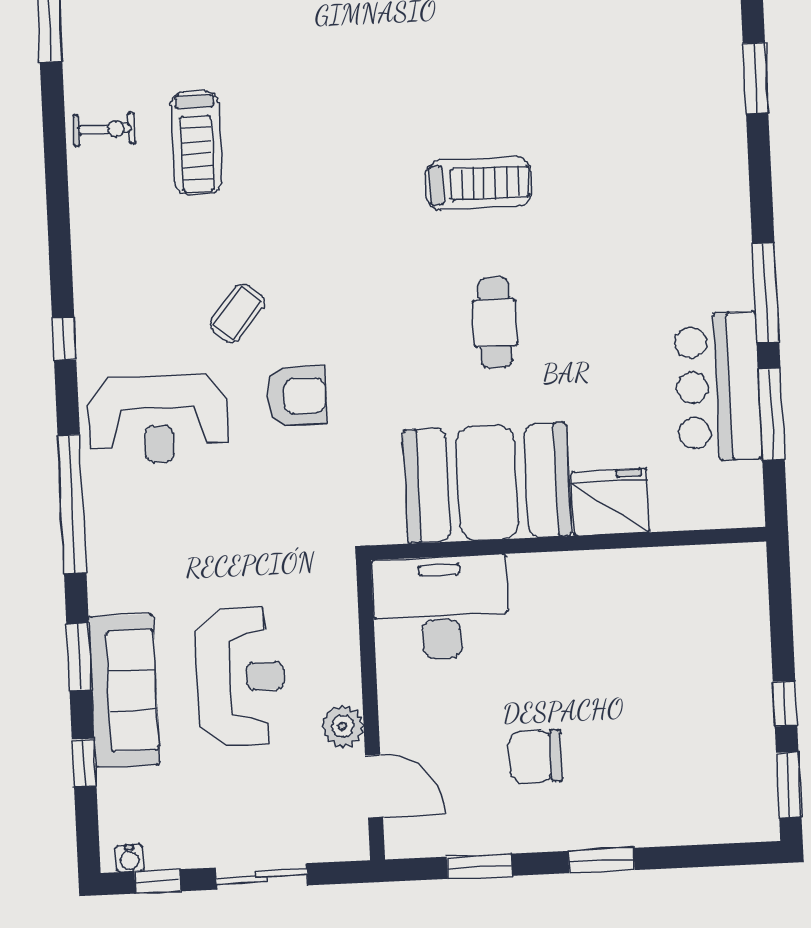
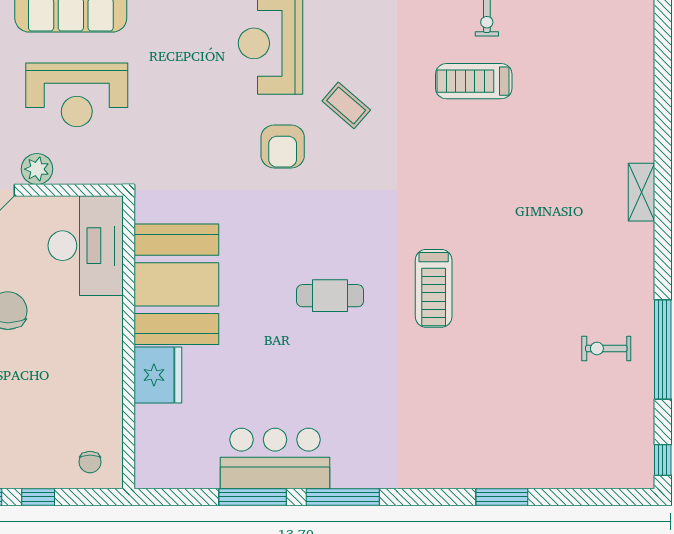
booth: (487, 483) -> (176, 284), moved
fridge: (611, 502) -> (158, 375), moved
wall: (568, 544) -> (129, 342), moved
desk: (441, 608) -> (86, 246), moved
chair: (735, 636) -> (90, 462), added

